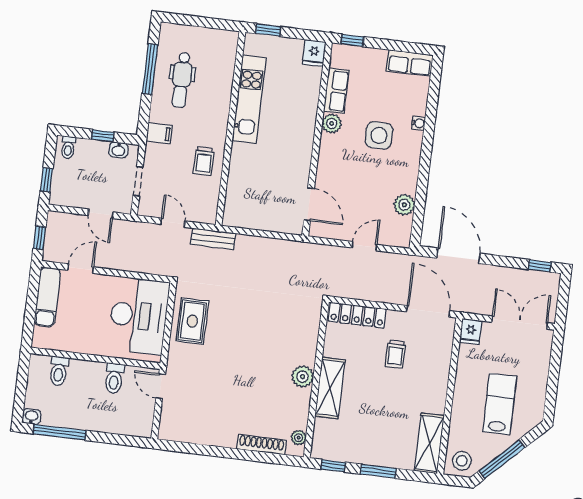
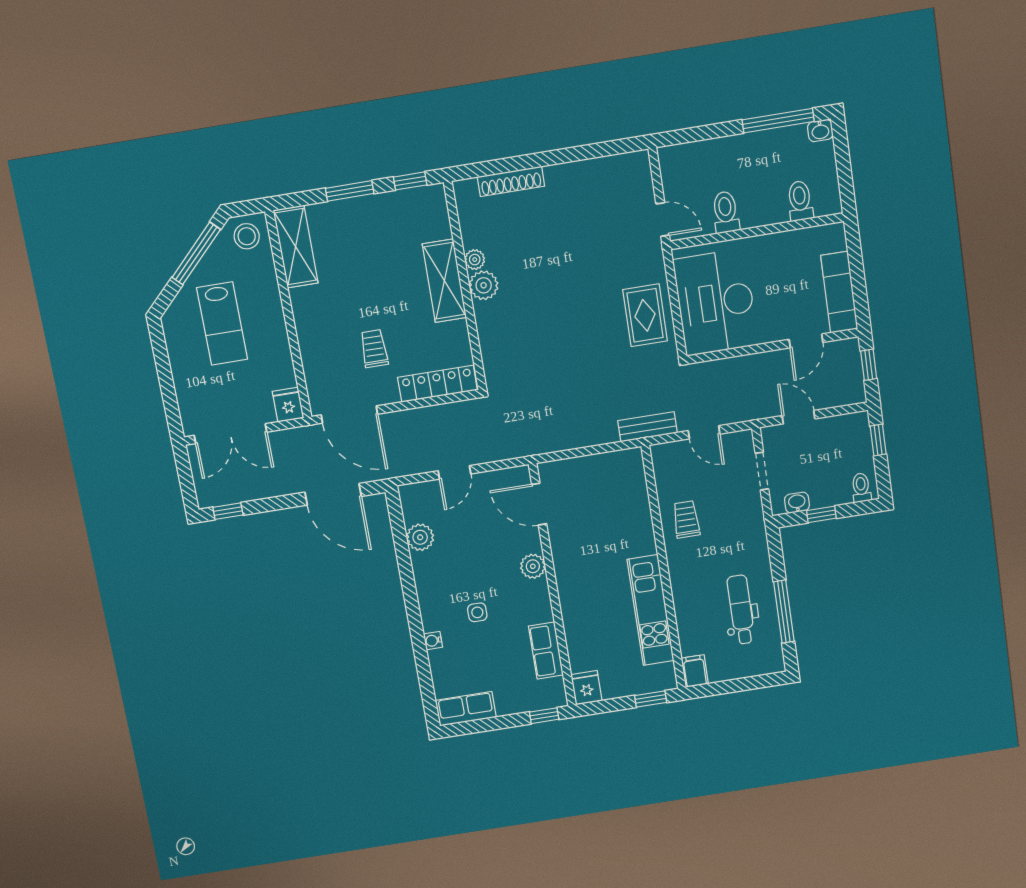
plant: (332, 123) -> (533, 566), moved
filing cabinet: (159, 133) -> (695, 671), moved, turned 90
side table: (379, 135) -> (477, 612), width x0.54, depth x0.54
plant: (299, 438) -> (475, 260), moved

